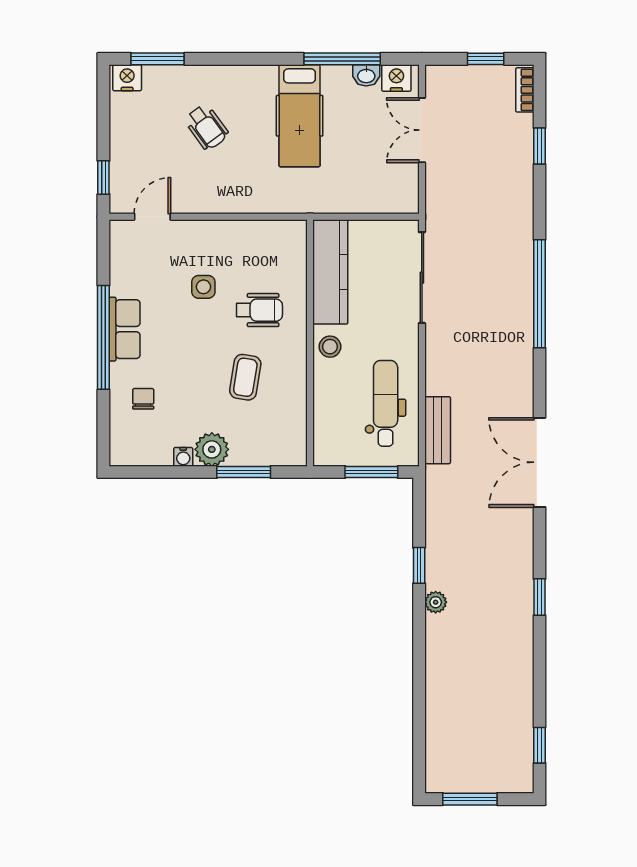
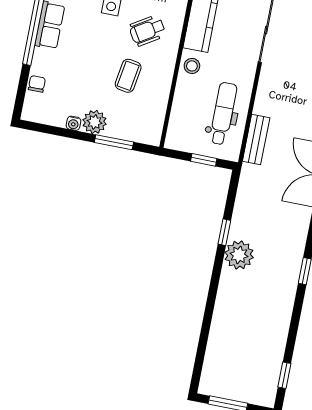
wheelchair: (259, 310) -> (147, 30), turned 148
chair: (143, 399) -> (37, 84), moved
window: (371, 472) -> (204, 160), width x0.67
plant: (436, 602) -> (239, 255), width x1.87, depth x1.87

